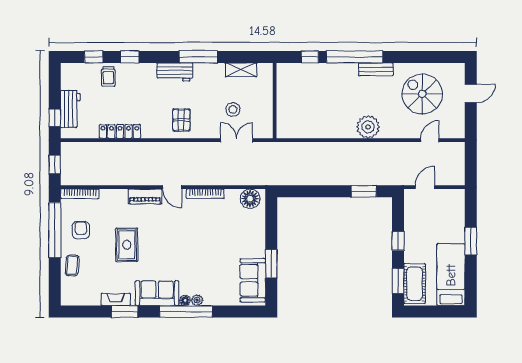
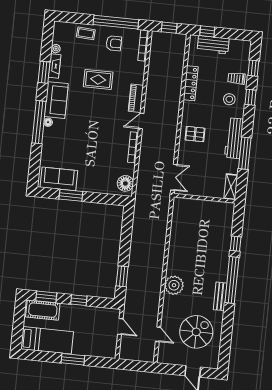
workbench: (175, 72) -> (234, 138), width x1.38
wall: (275, 101) -> (204, 198), moved
stool: (233, 110) -> (229, 99), moved
plant: (197, 300) -> (56, 49), moved

